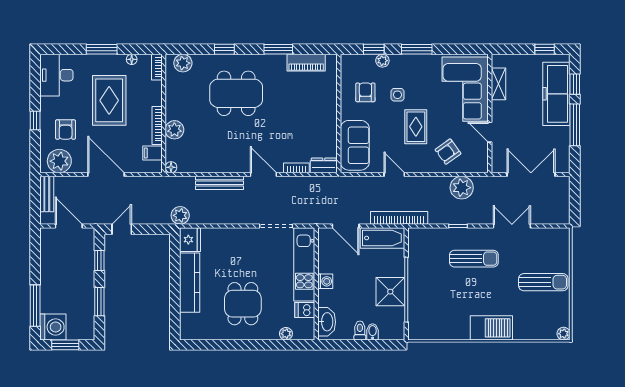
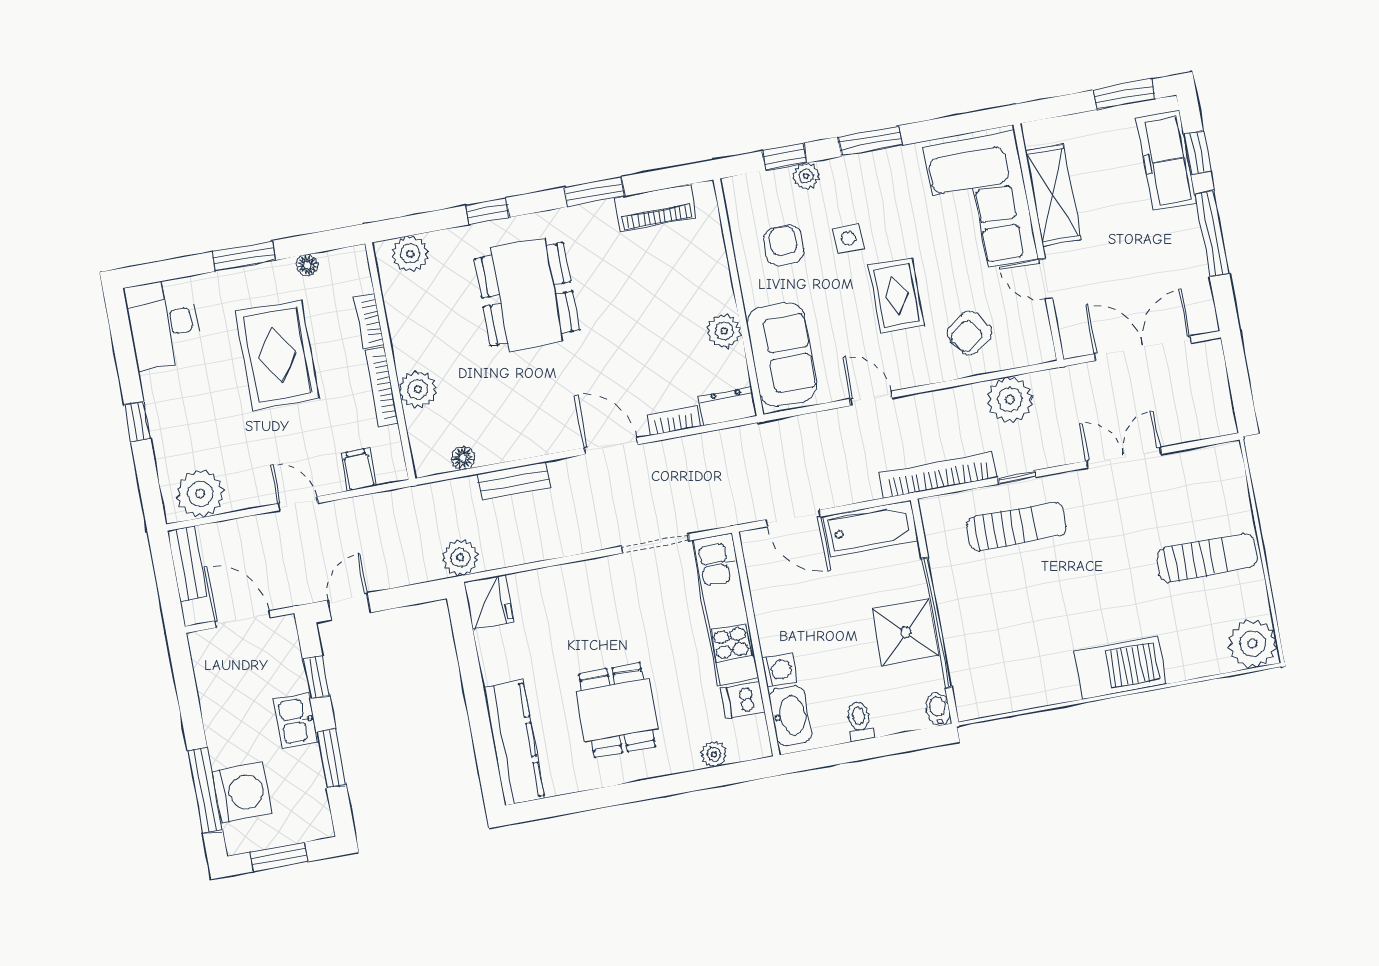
window: (545, 49) -> (1124, 94), width x1.50
bookcase: (157, 67) -> (369, 321), moved
shelving: (498, 84) -> (1053, 195), width x1.50, depth x1.33
dining table: (236, 93) -> (527, 294), turned 90
freezer: (556, 94) -> (1166, 161), width x0.73, depth x0.79
plant: (329, 129) -> (724, 331), added
armchair: (66, 130) -> (201, 429), removed
filing cabinet: (152, 153) -> (359, 469), moved, turned 90
floor lamp: (171, 167) -> (463, 458), moved
door: (106, 175) -> (298, 504), width x0.53
bench: (219, 183) -> (514, 481), width x0.73
bookcase: (399, 218) -> (938, 475), moved
sun lounger: (474, 259) -> (1017, 526), moved
kitchen sink: (85, 280) -> (296, 721), added
washing machine: (325, 281) -> (779, 670), moved
kitchen counter: (190, 283) -> (514, 743), moved
washing machine: (53, 327) -> (242, 793), moved
bidet: (373, 332) -> (938, 709), moved
plant: (564, 334) -> (1252, 644), width x1.88, depth x1.88

